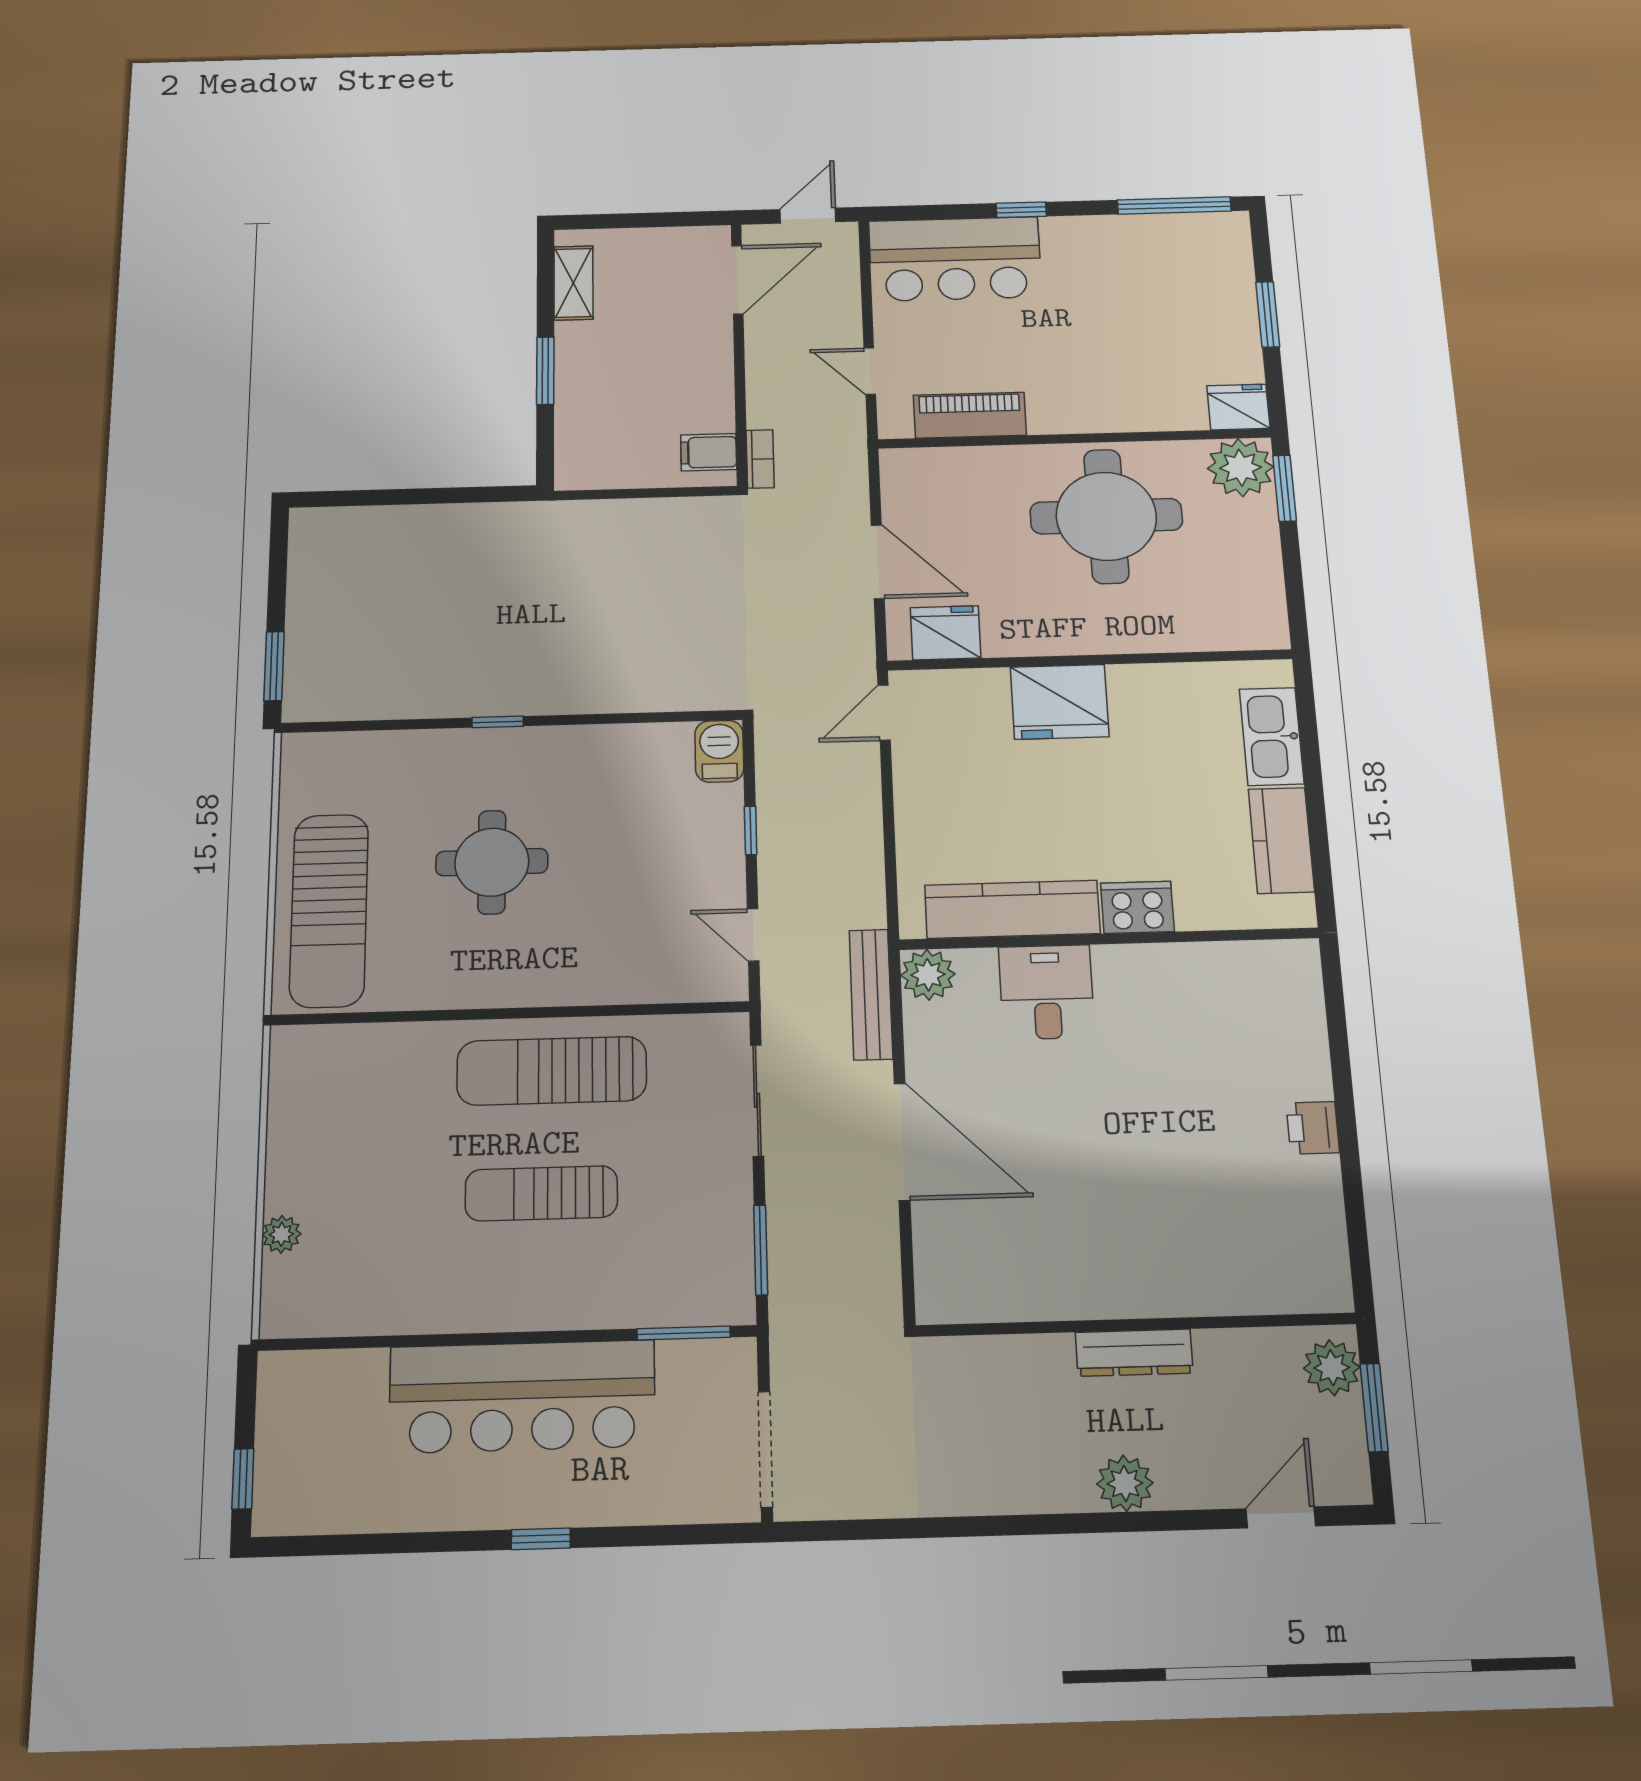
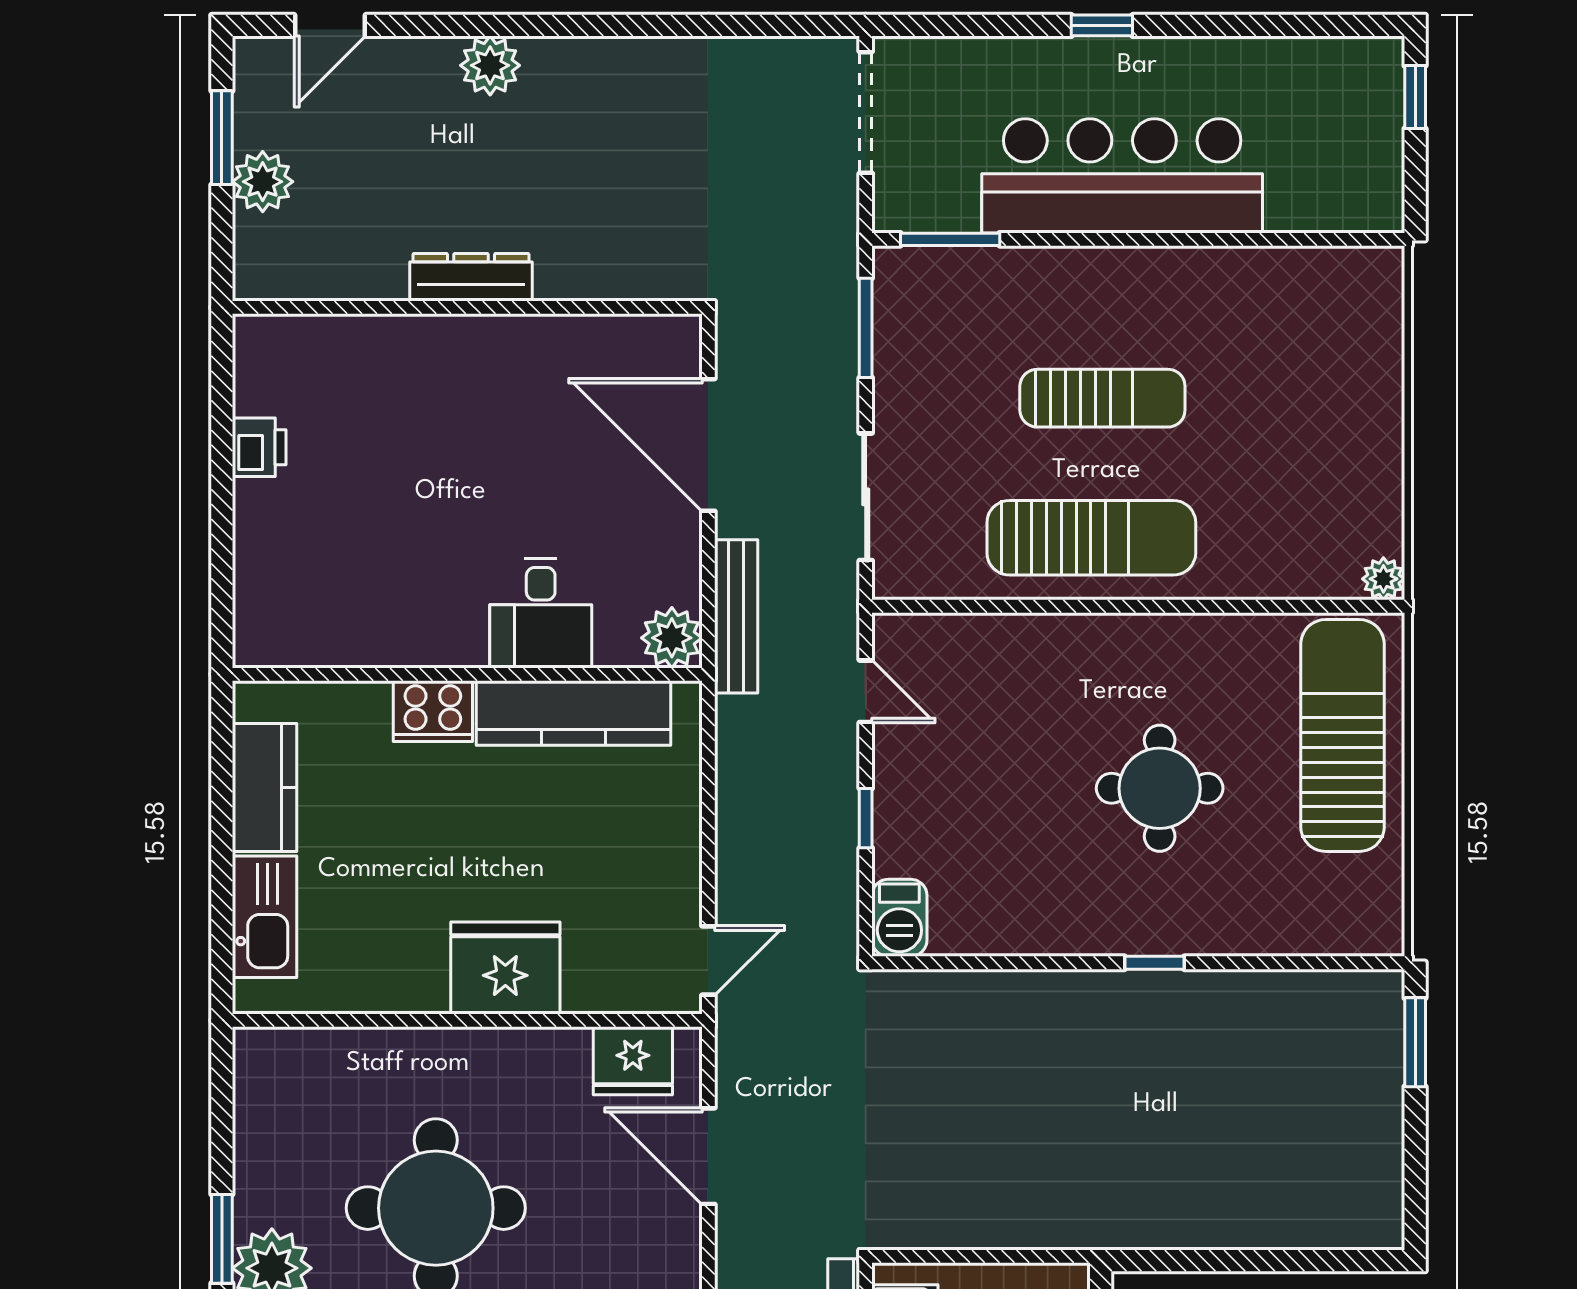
plant: (281, 1234) -> (1383, 579), moved
wall: (1136, 1325) -> (467, 307), moved
dresser: (1134, 1353) -> (471, 277), moved

